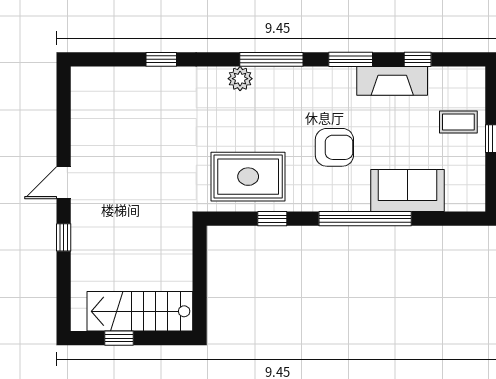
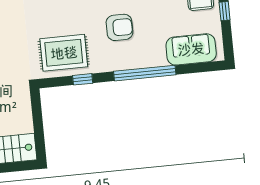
sofa: (408, 191) -> (191, 49), moved

